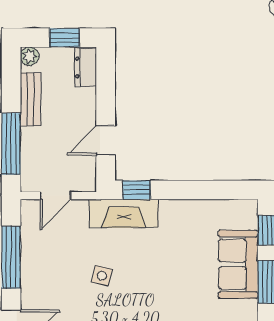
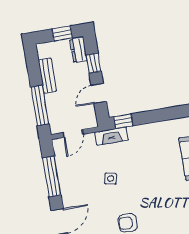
plant: (30, 56) -> (42, 49), removed
window: (106, 92) -> (94, 63), added
fireplace: (124, 213) -> (111, 136), width x0.73, depth x0.76

